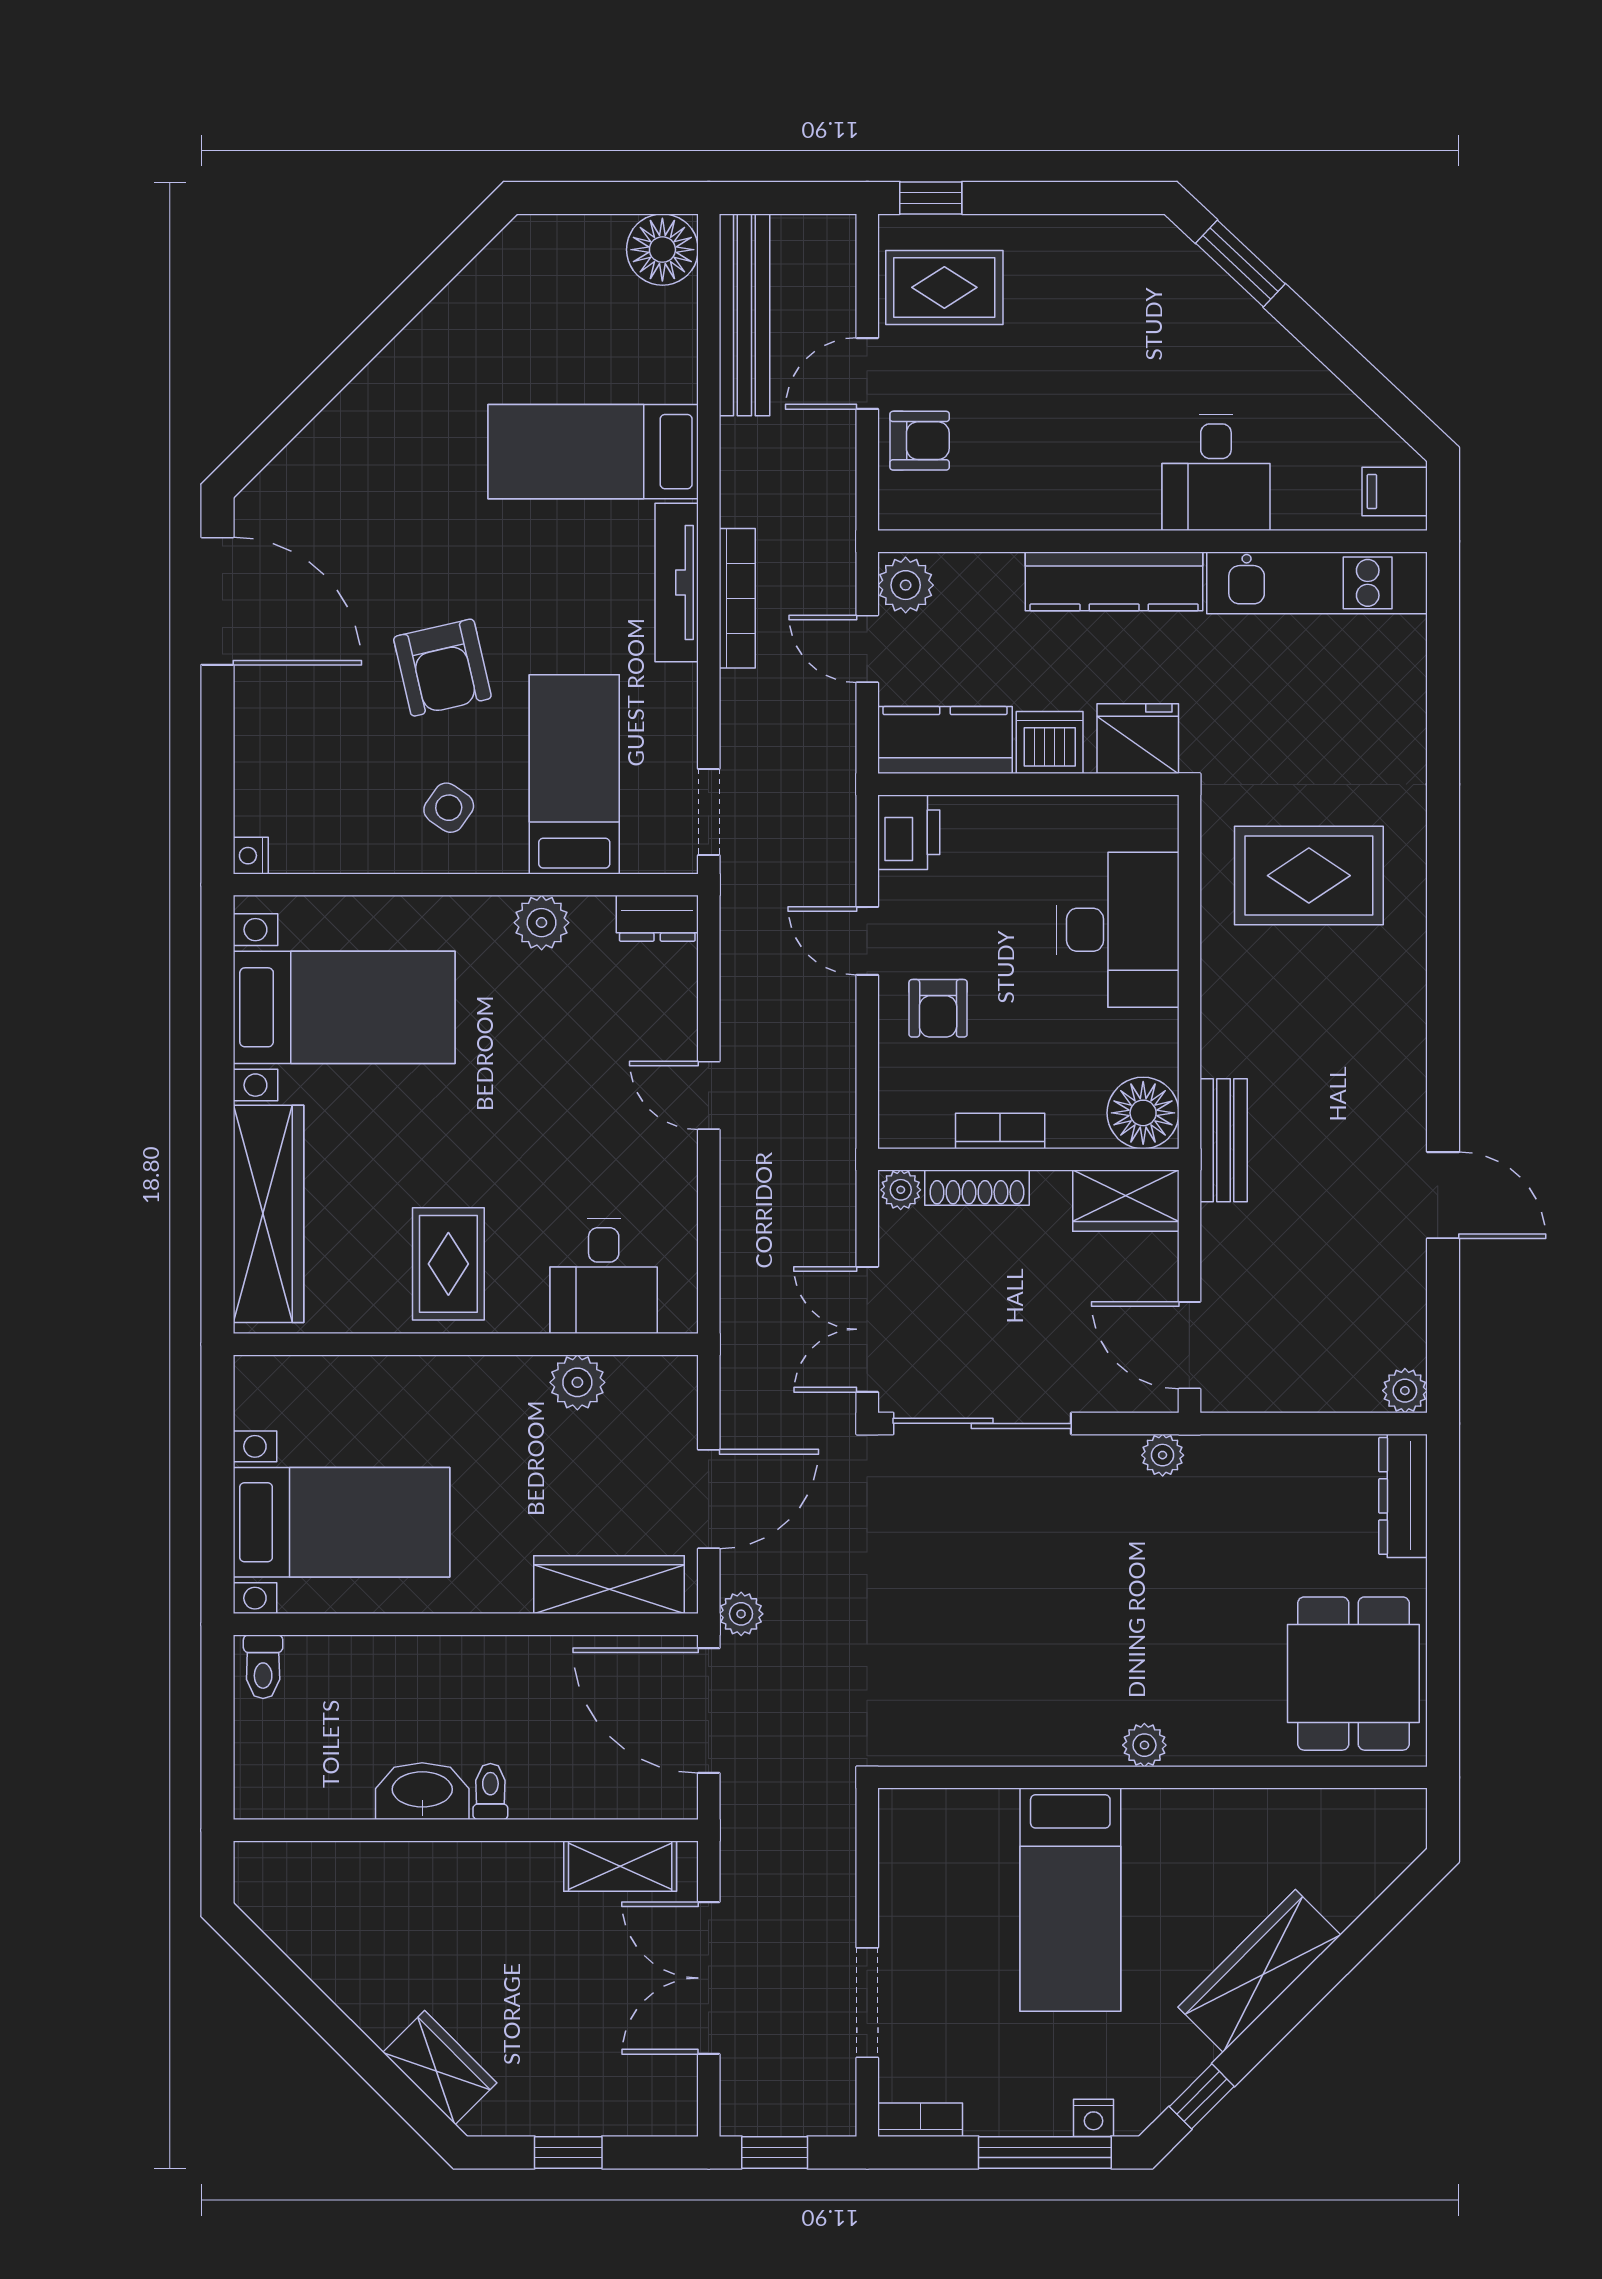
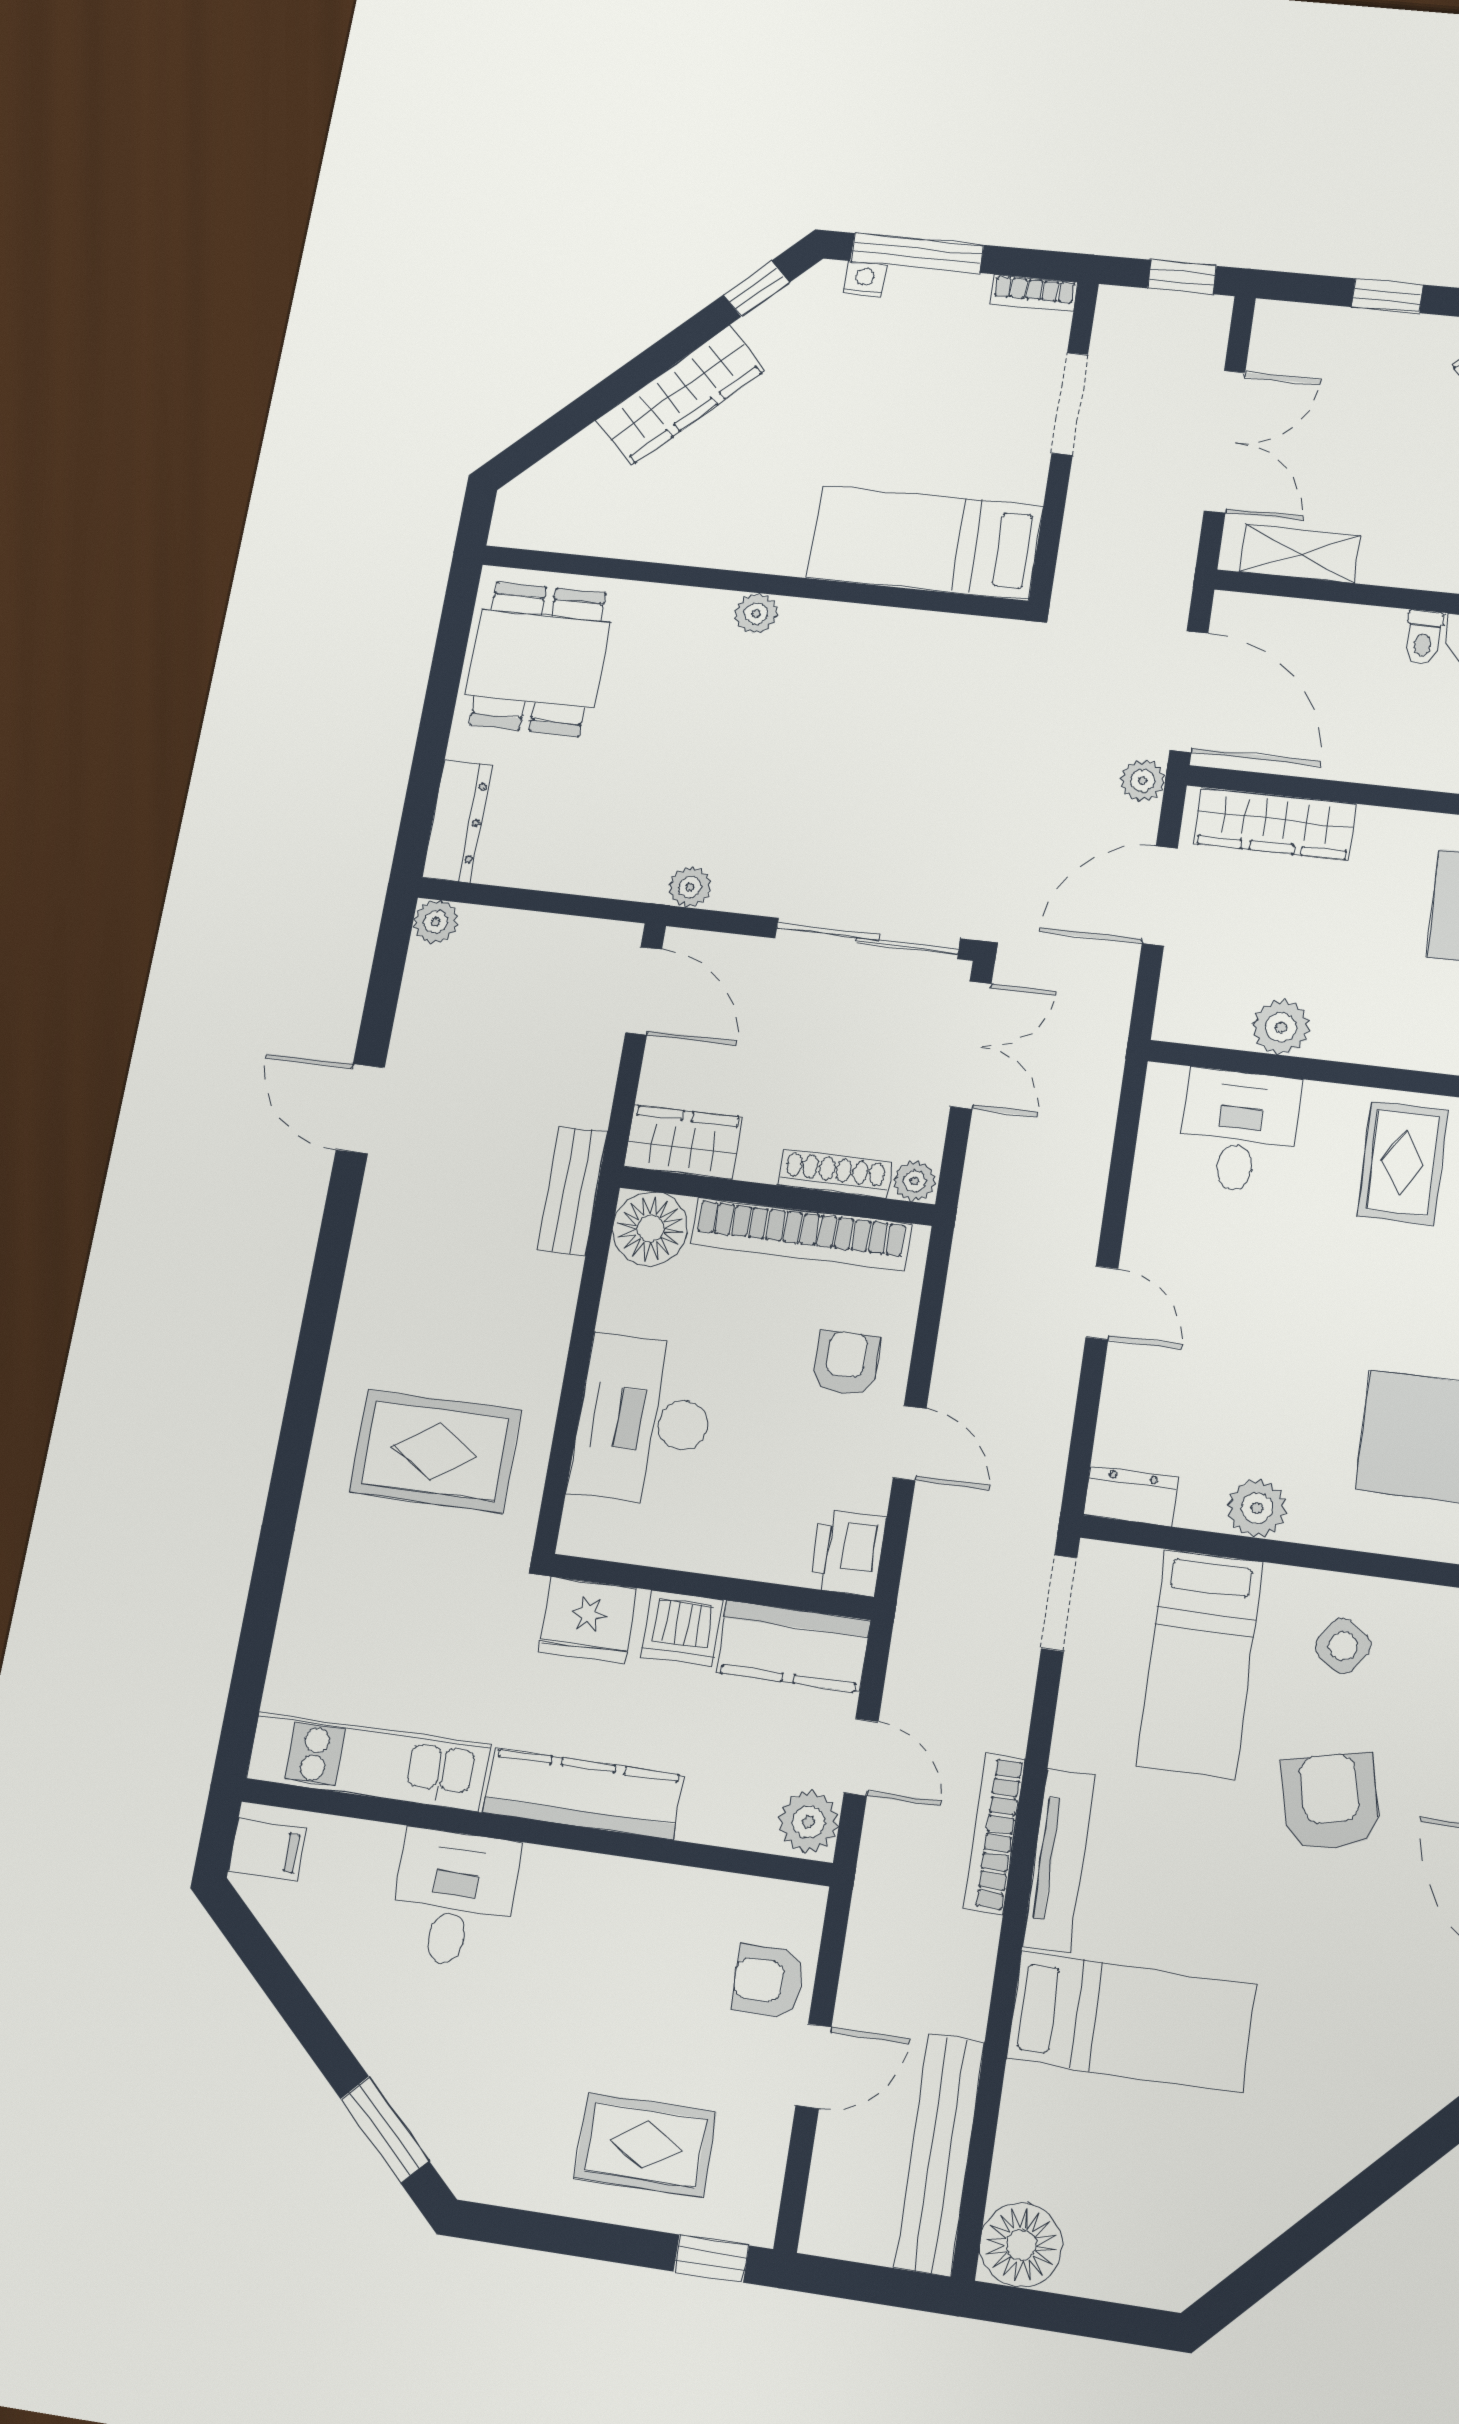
rug: (944, 287) -> (646, 2145), moved
bookcase: (1000, 1131) -> (800, 1234), width x2.31, depth x1.31
bed: (1070, 1900) -> (925, 542), moved, turned -90

